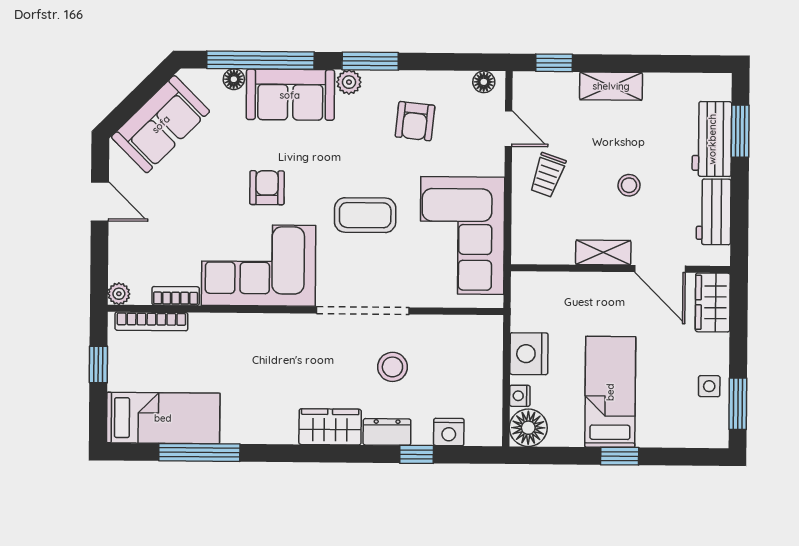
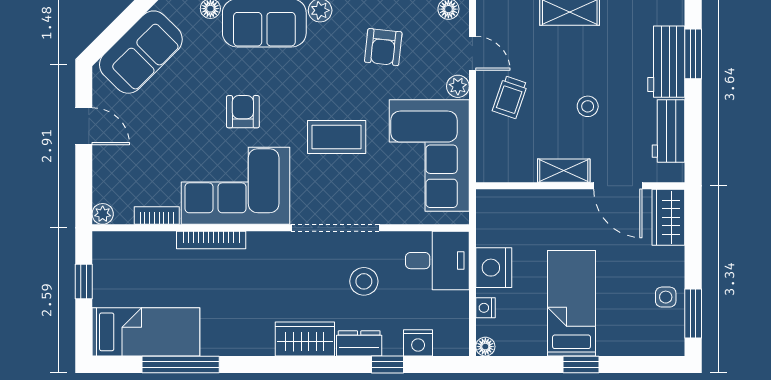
plant: (493, 163) -> (458, 86), added
bookcase: (151, 321) -> (211, 240), moved
desk: (470, 346) -> (437, 261), added
floor lamp: (528, 428) -> (485, 347), width x0.53, depth x0.53

